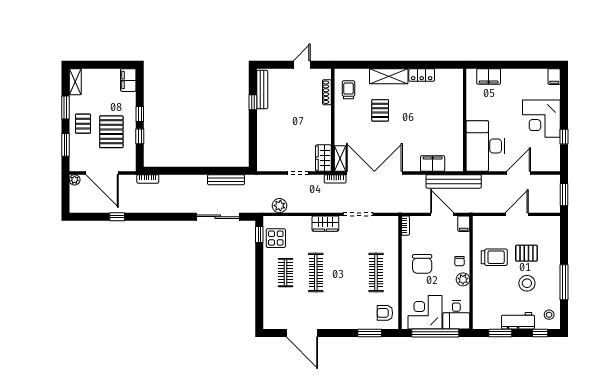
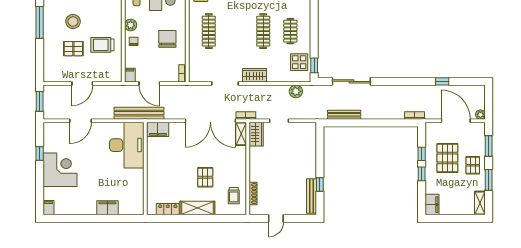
wall: (465, 120) -> (145, 169), moved
desk: (485, 146) -> (127, 145), moved

